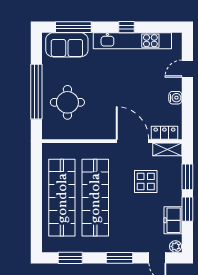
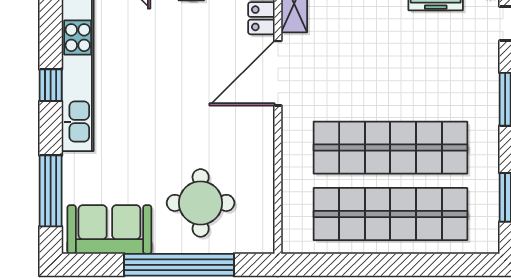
sofa: (67, 45) -> (109, 229), moved, turned -90
display table: (146, 181) -> (358, 47), removed

